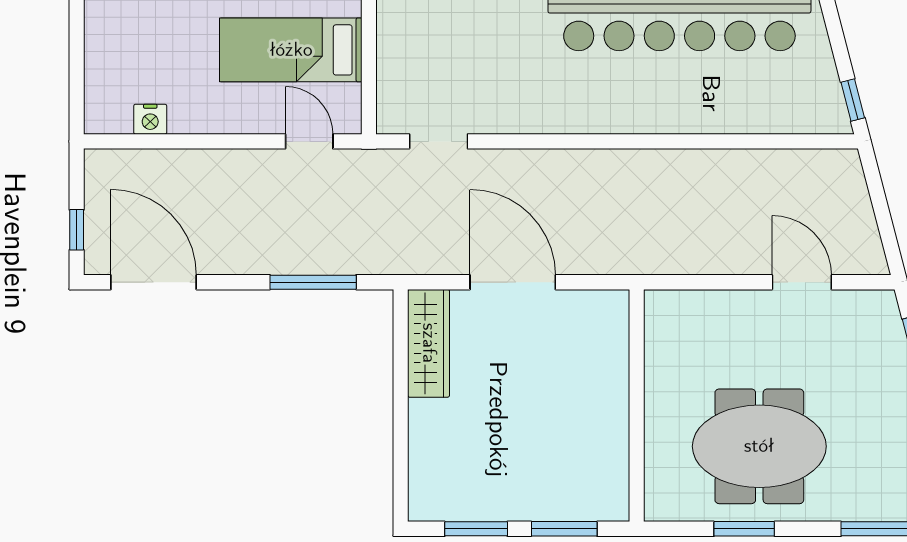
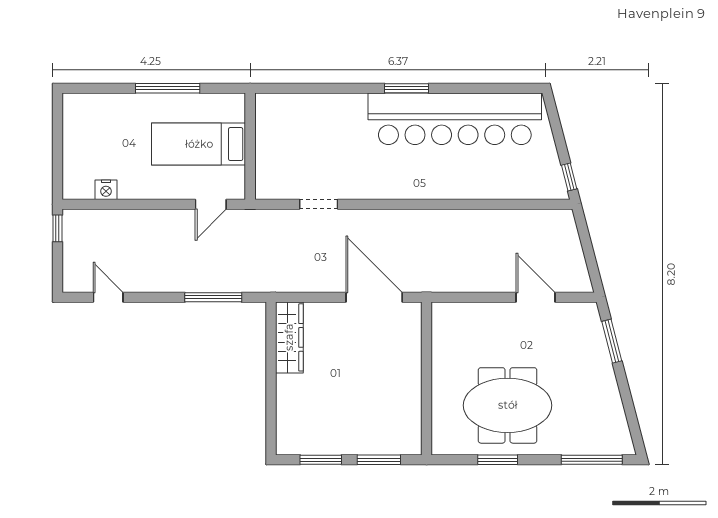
door: (309, 141) -> (211, 204), swing flipped
doorway: (439, 141) -> (319, 204), moved
window: (77, 230) -> (57, 228), moved
door: (154, 282) -> (108, 297), width x0.53
door: (513, 282) -> (374, 297), moved

